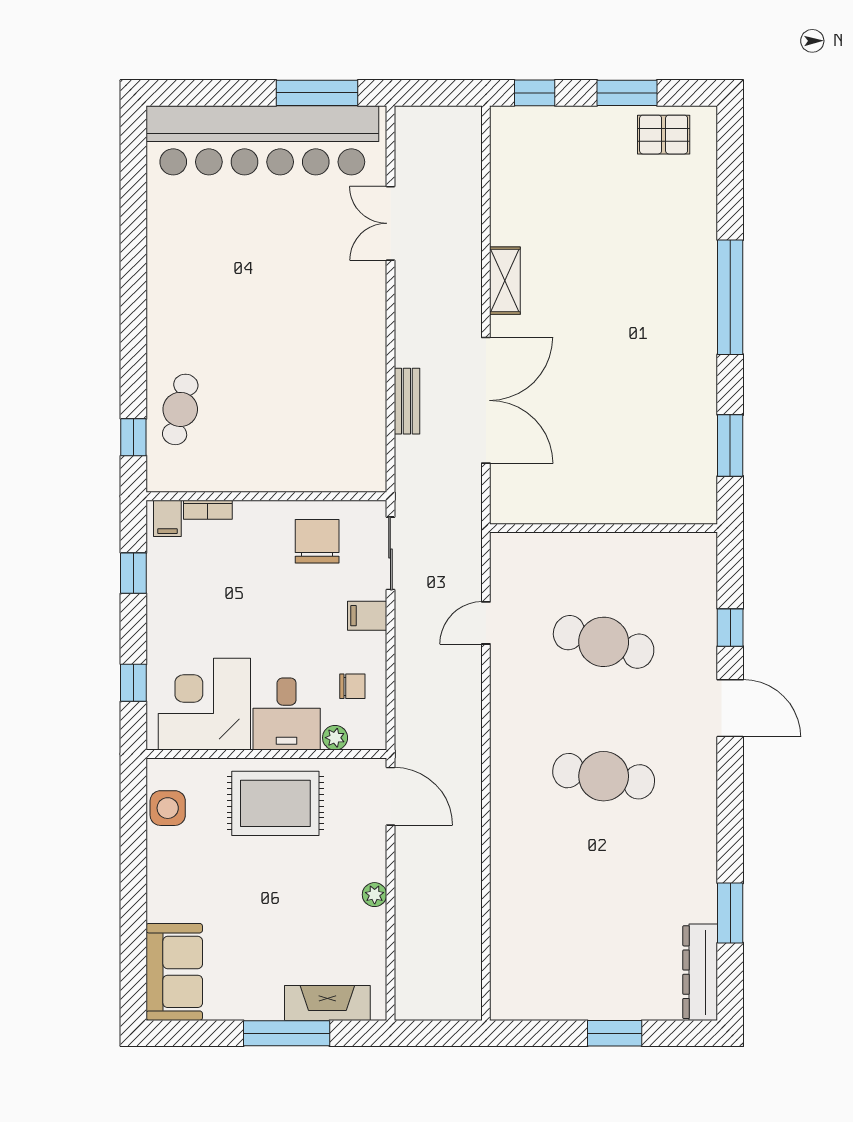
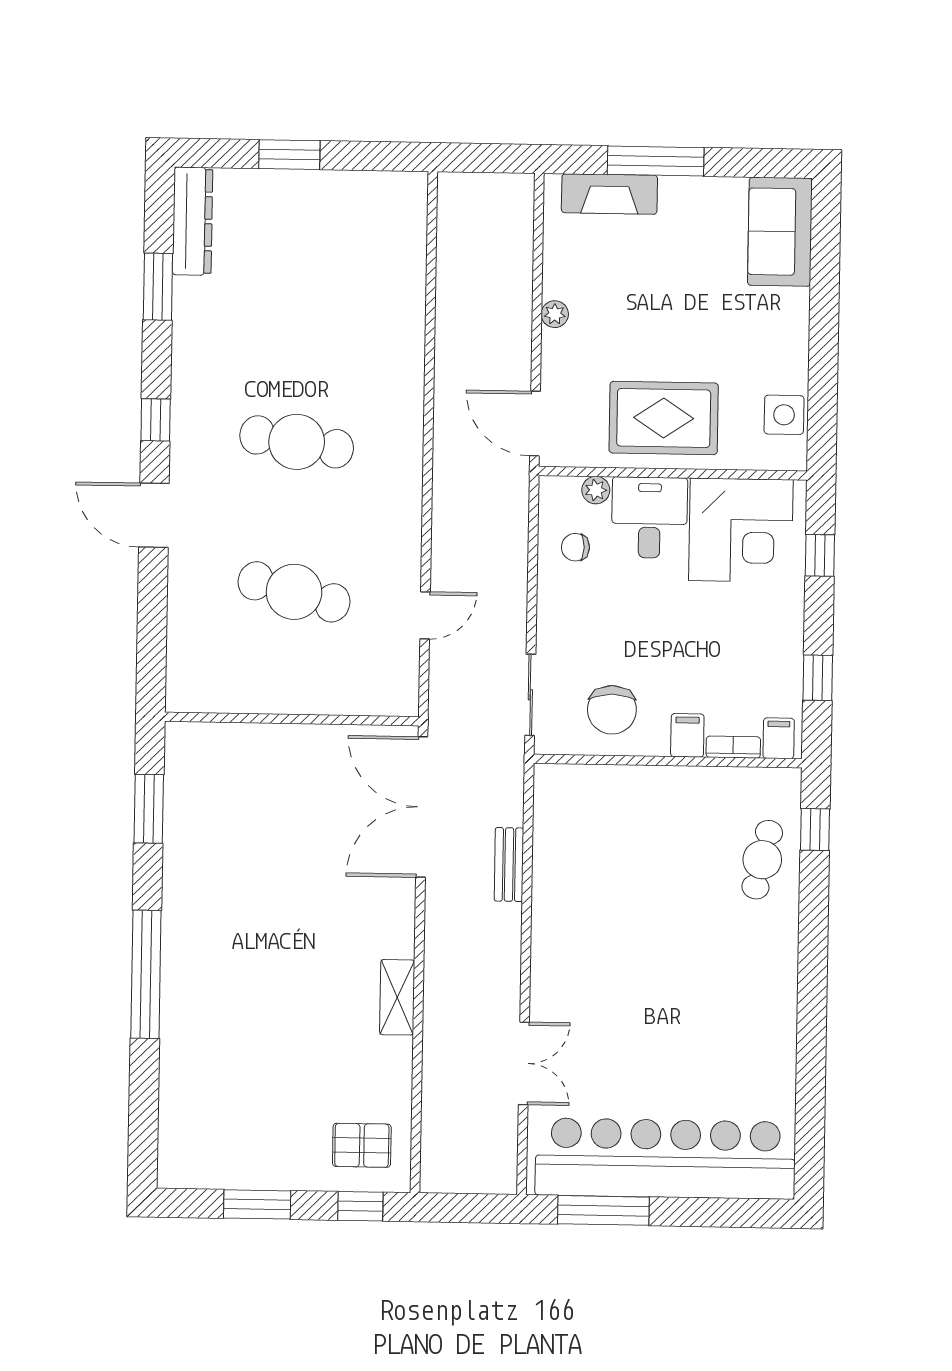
pallet: (664, 135) -> (362, 1145), moved
double door: (486, 400) -> (422, 807), moved
filing cabinet: (367, 616) -> (687, 735), moved, turned -90
window: (730, 628) -> (156, 420), moved

